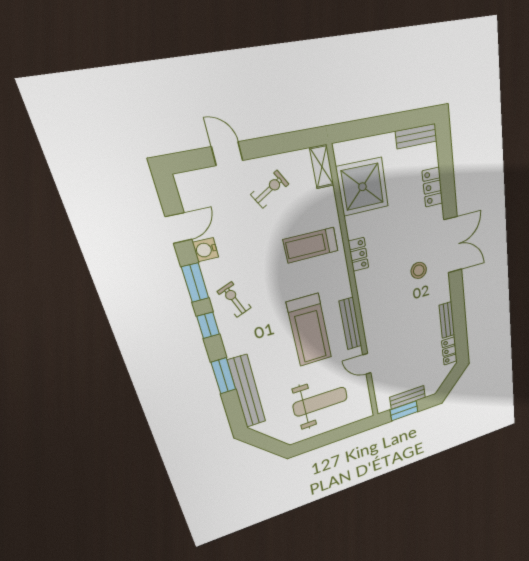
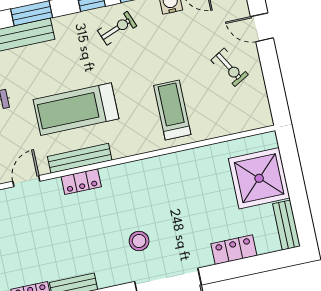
door: (227, 154) -> (262, 27), swing flipped
shelving: (322, 167) -> (252, 121), removed
shower: (362, 187) -> (259, 178), moved
locker: (358, 254) -> (81, 182), moved

